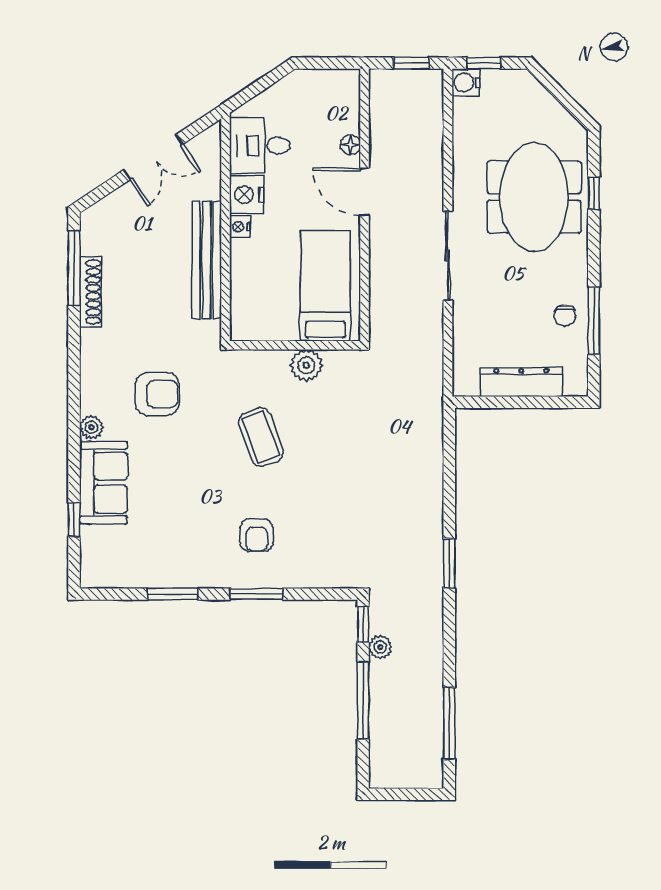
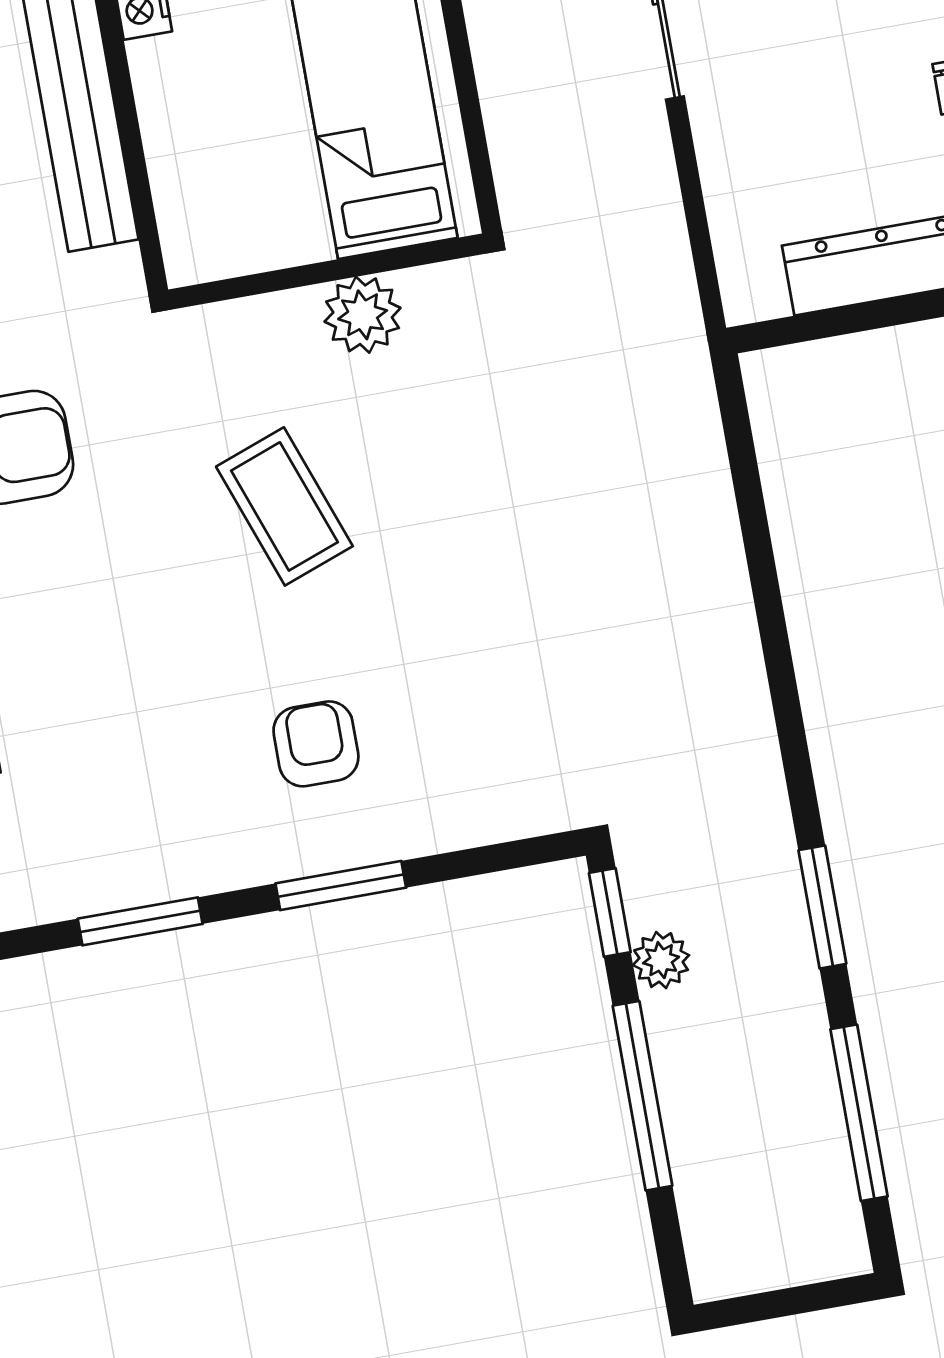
armchair: (257, 535) -> (316, 744), turned 180
window: (449, 563) -> (822, 907), moved

